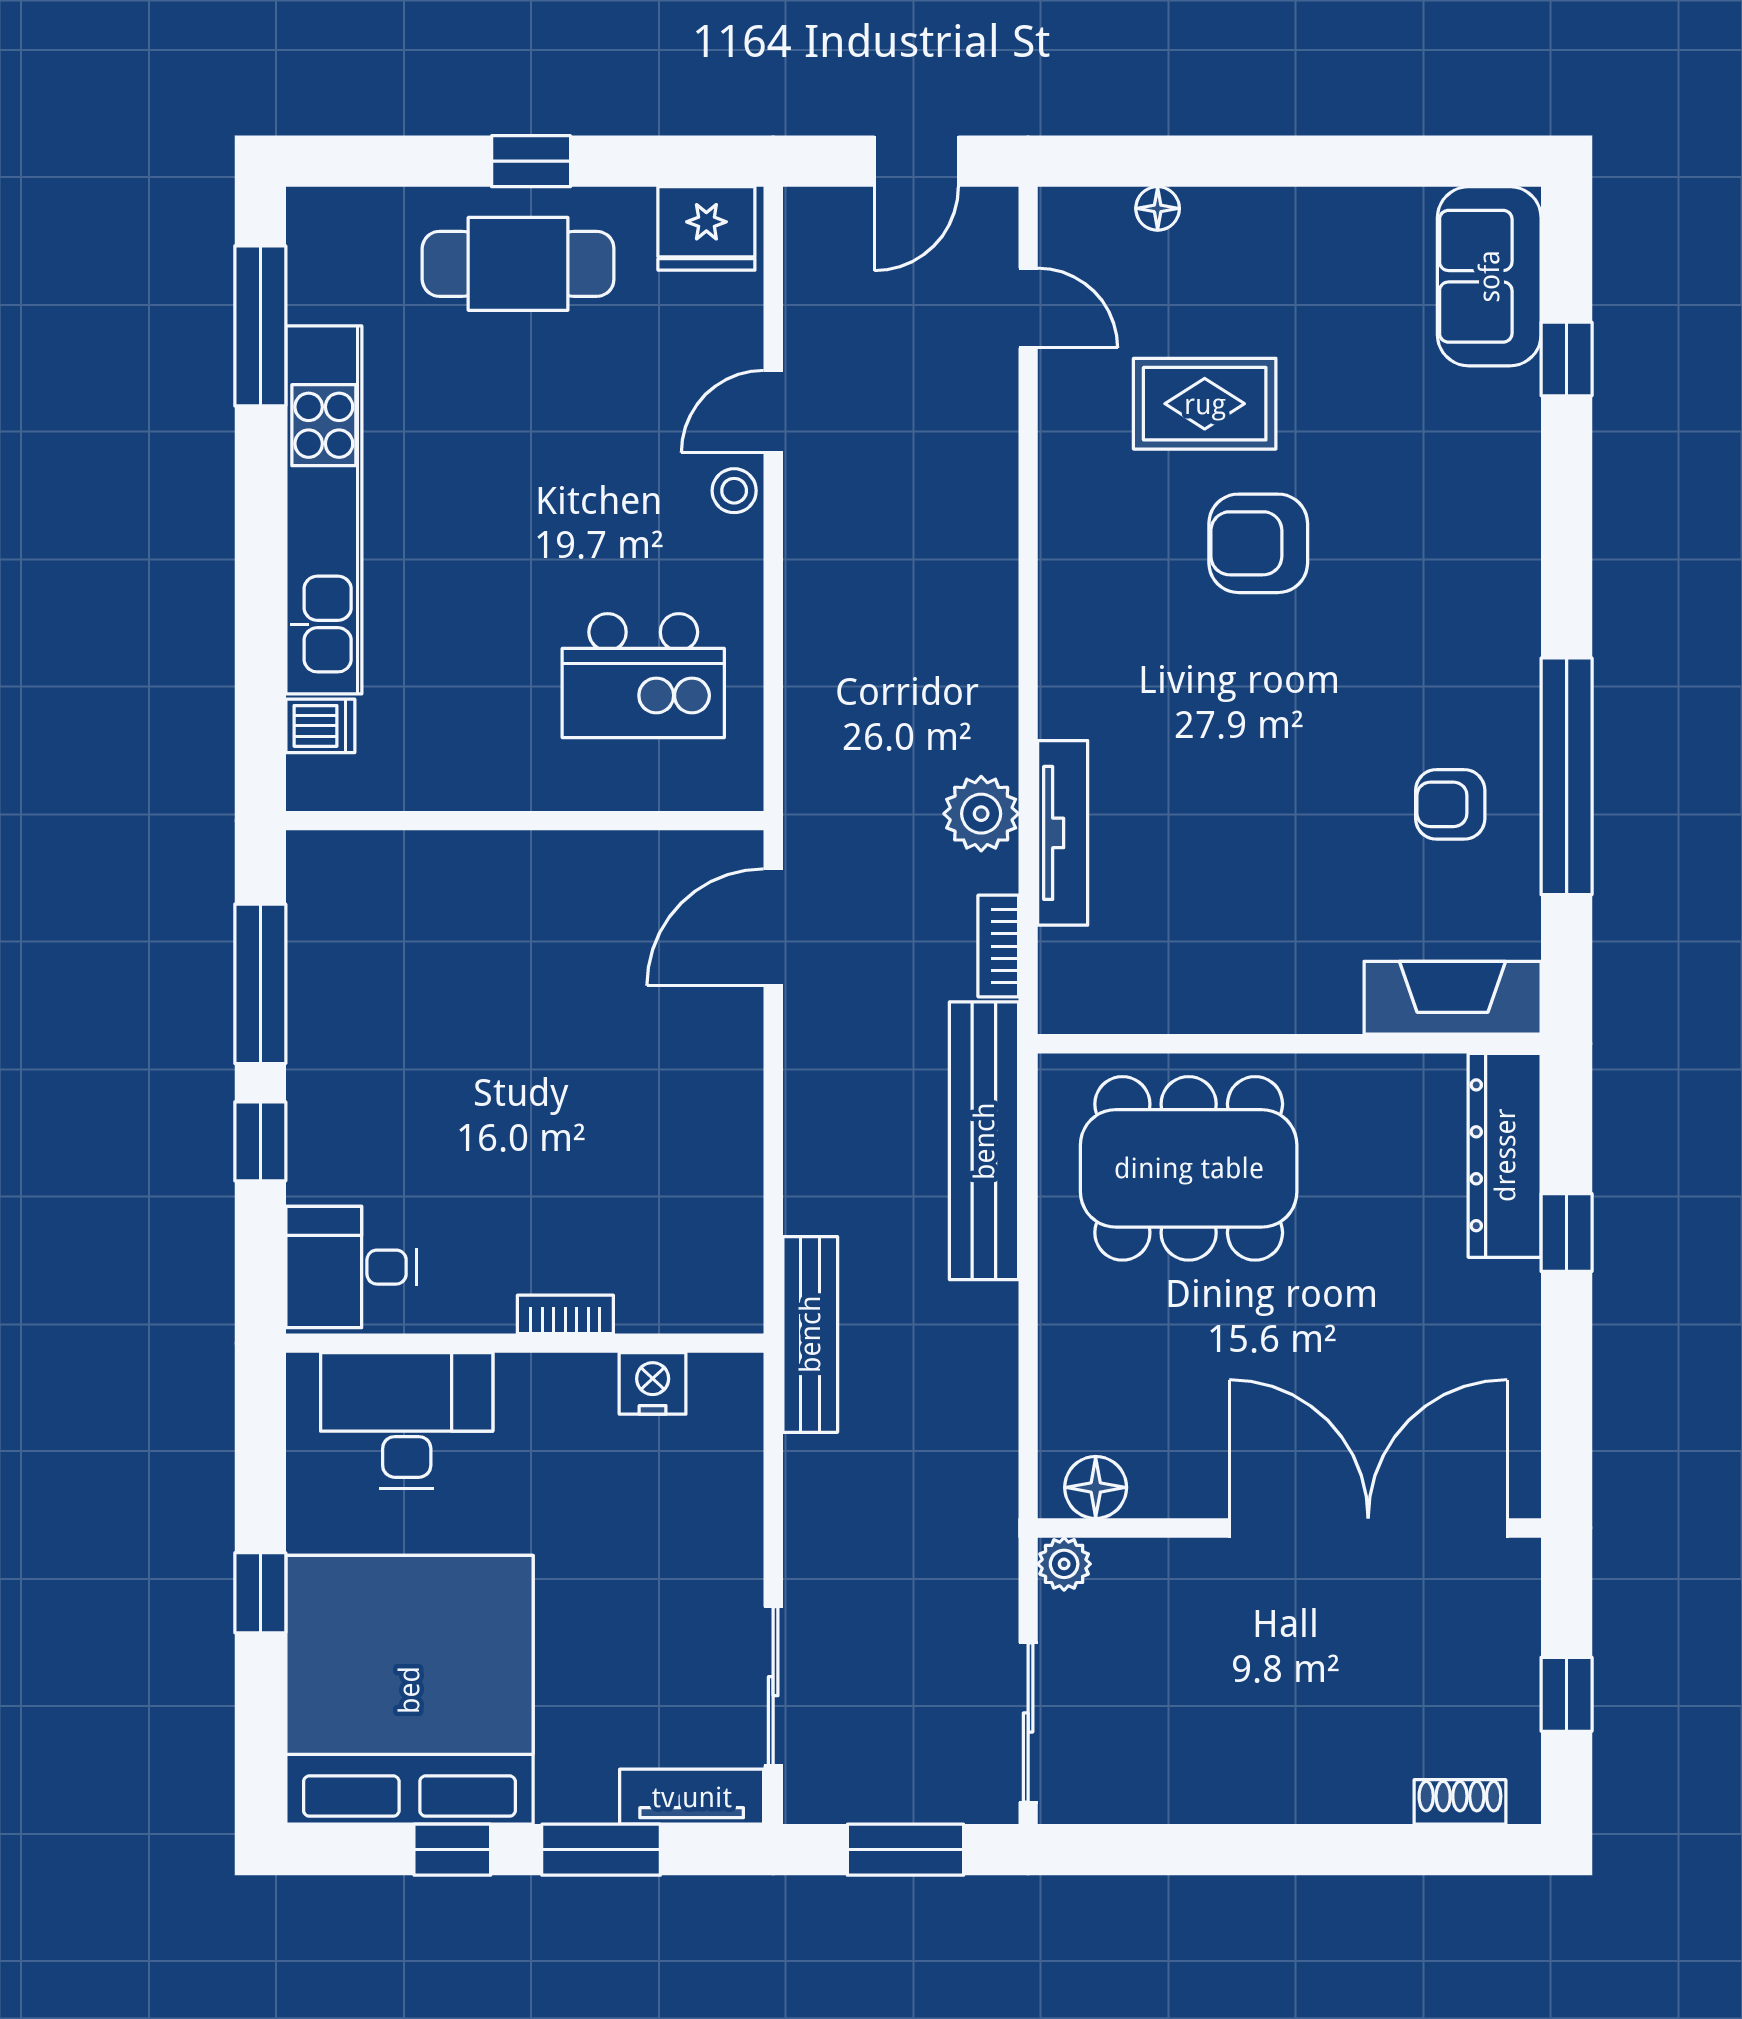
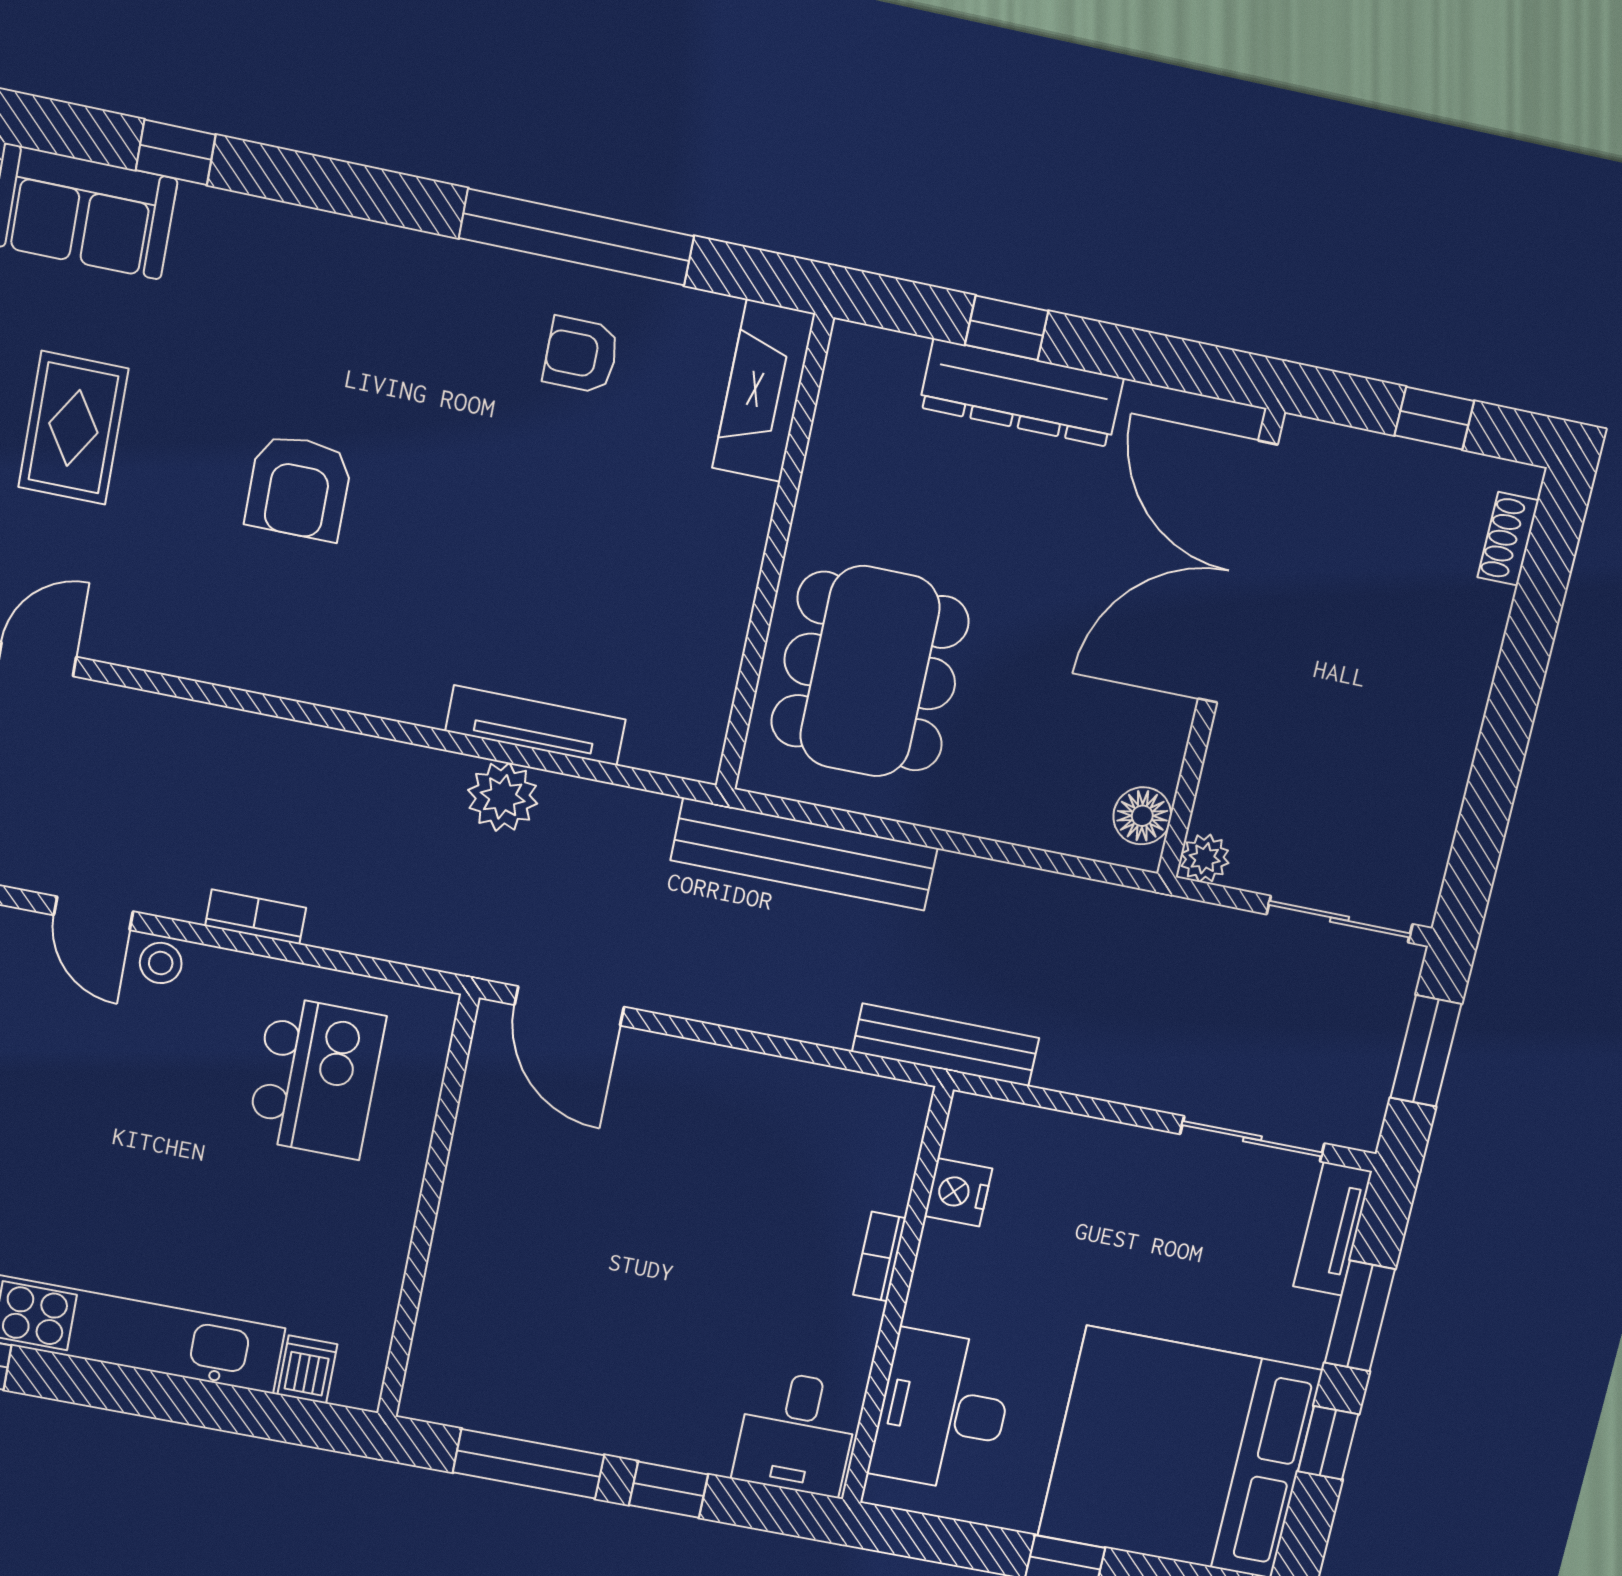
rug: (1205, 404) -> (73, 428), moved
armchair: (1450, 804) -> (581, 355), turned 90
bookcase: (998, 946) -> (256, 917), moved, turned 180
dresser: (1505, 1155) -> (1021, 393), moved

